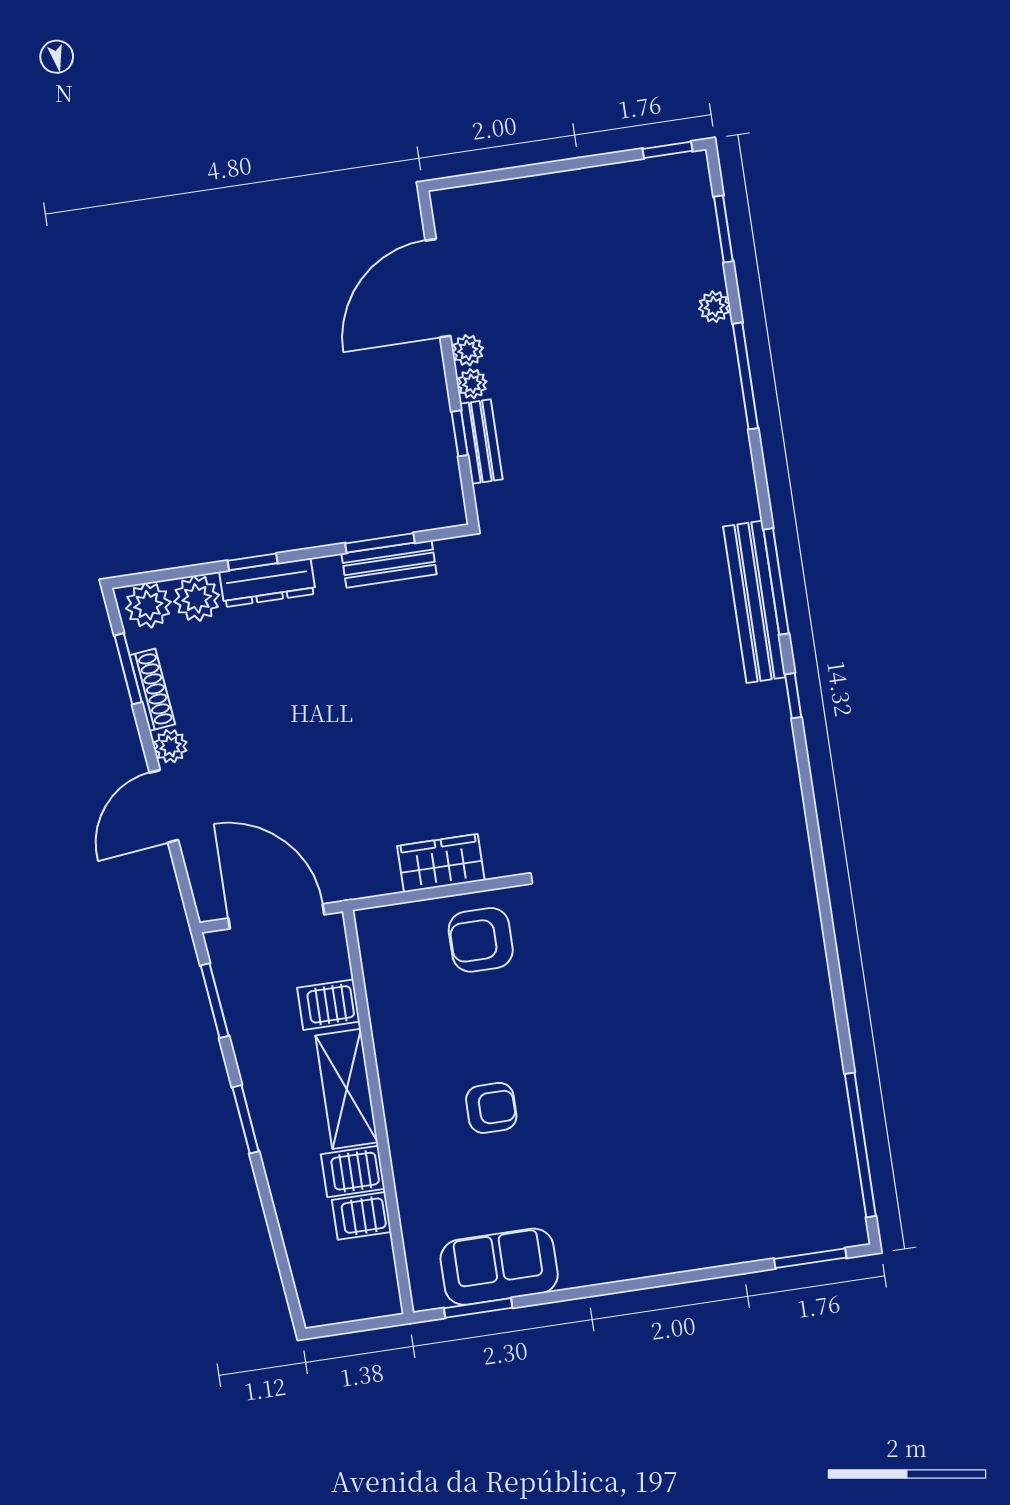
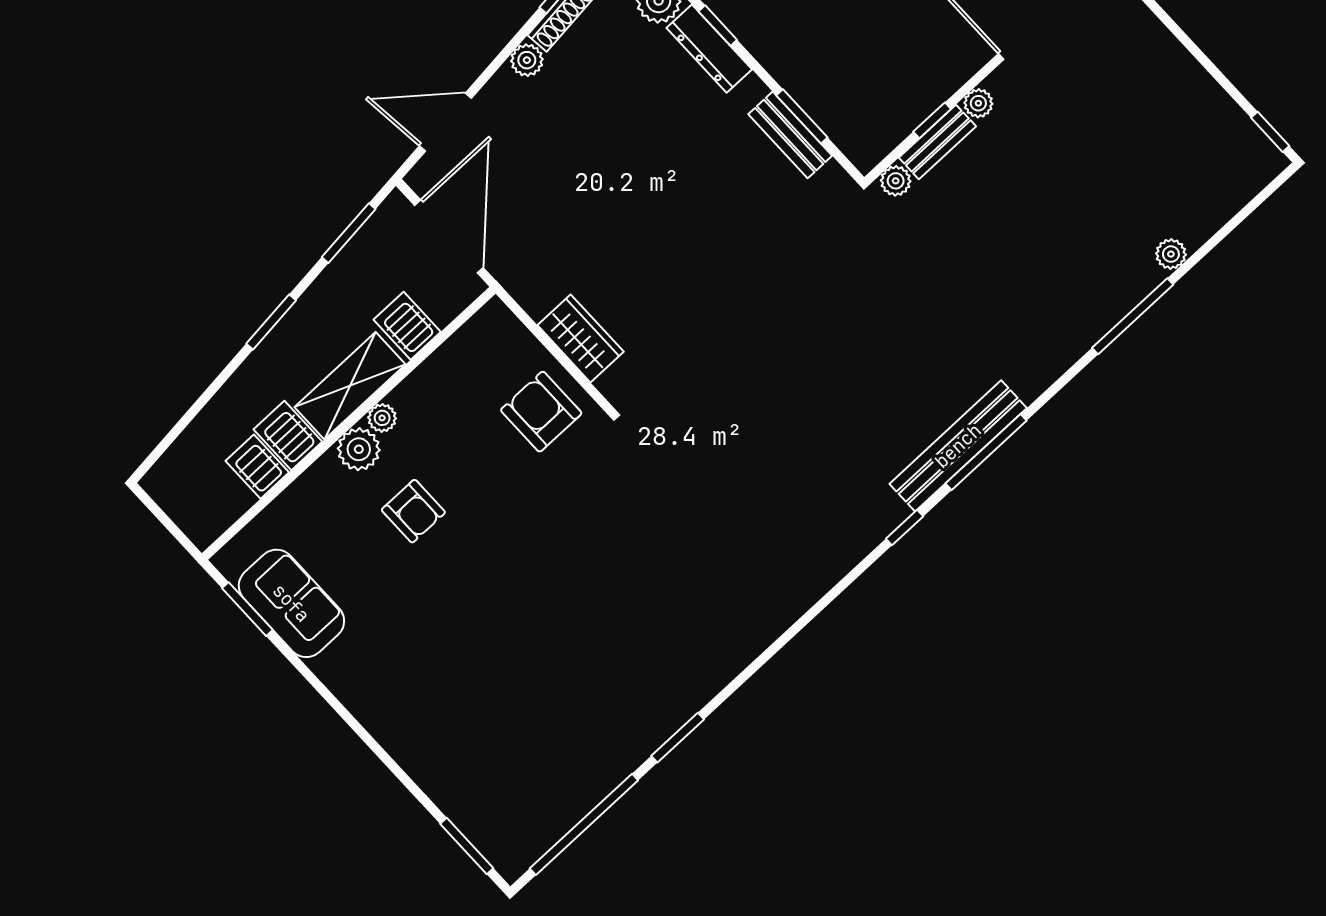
window: (723, 229) -> (678, 738), moved
plant: (468, 350) -> (896, 181), moved
door: (164, 806) -> (445, 122), moved
plant: (393, 1080) -> (382, 418), added
plant: (406, 1119) -> (359, 449), added

